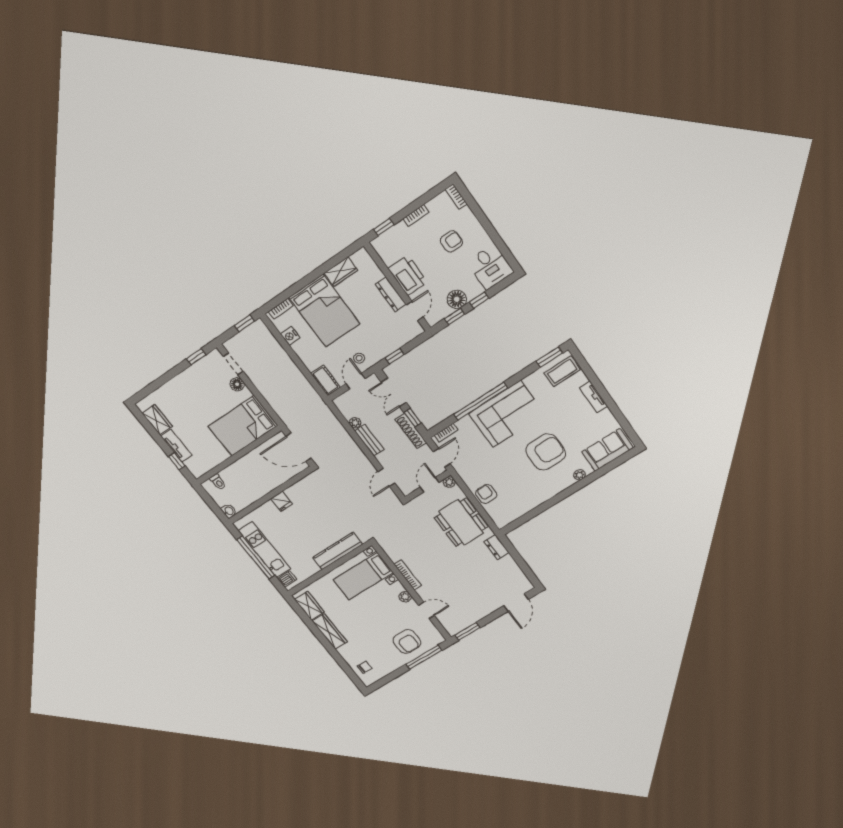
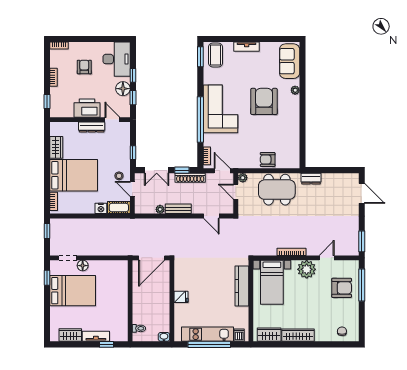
desk: (490, 267) -> (117, 59), width x1.37
nightstand: (290, 336) -> (101, 208), moved
bed: (243, 426) -> (73, 291), moved, turned -90
plant: (405, 597) -> (307, 269), width x1.88, depth x1.88

